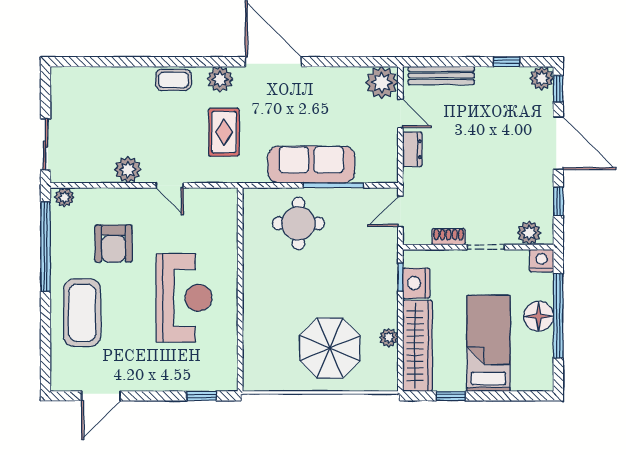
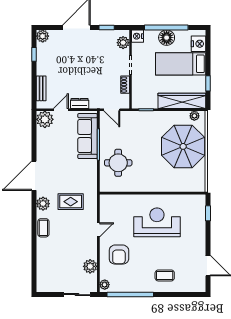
bench: (441, 75) -> (41, 88), width x0.73
window: (558, 89) -> (48, 27), removed
sofa: (311, 165) -> (88, 136), moved
plant: (128, 170) -> (90, 266), moved
armchair: (114, 244) -> (119, 255), moved, turned 90
nightstand: (416, 283) -> (199, 44), moved, turned -90
coffee table: (82, 313) -> (165, 275), width x0.54, depth x0.58
plant: (389, 338) -> (194, 116), moved
parasol: (330, 348) -> (183, 146), width x1.36, depth x1.36

